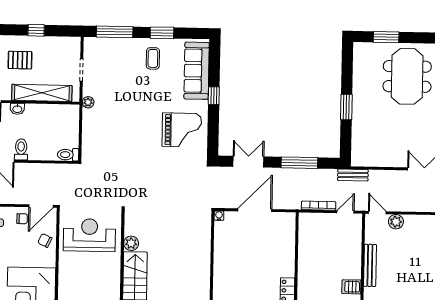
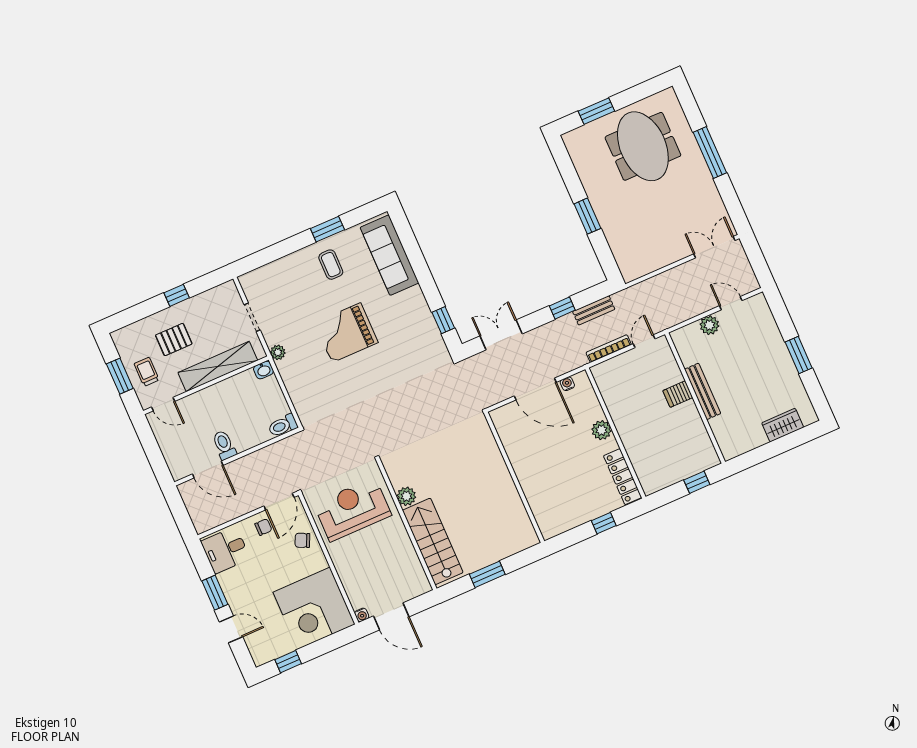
window: (115, 32) -> (271, 254), removed
window: (214, 96) -> (443, 320), moved
washbasin: (17, 109) -> (263, 370), moved
grand piano: (182, 130) -> (346, 333), moved, turned 180
window: (299, 163) -> (562, 308), width x0.46
bench: (353, 175) -> (594, 310), moved
door: (255, 210) -> (535, 389), swing flipped
door: (377, 213) -> (731, 303), moved
water cooler: (219, 216) -> (567, 384), moved
plant: (287, 260) -> (601, 430), added
server rack: (351, 287) -> (678, 394), moved

